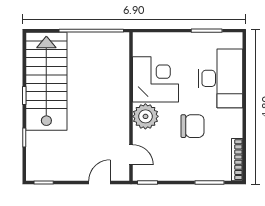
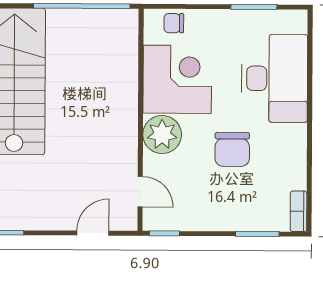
chair: (153, 42) -> (174, 23), added
chair: (193, 126) -> (232, 149), turned 90
bookcase: (237, 160) -> (299, 211), width x0.64

